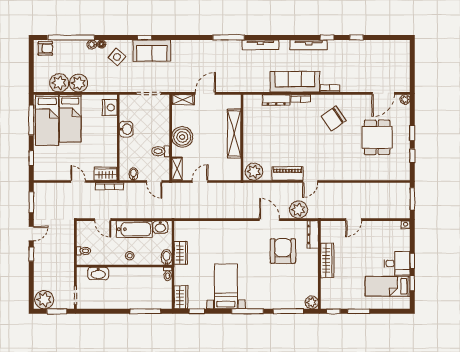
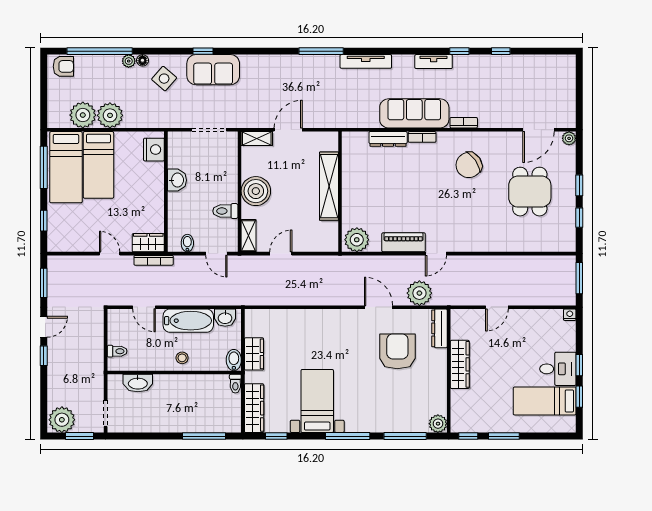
tv unit: (309, 45) -> (434, 62), width x0.71
wardrobe: (181, 297) -> (254, 408), width x1.50

